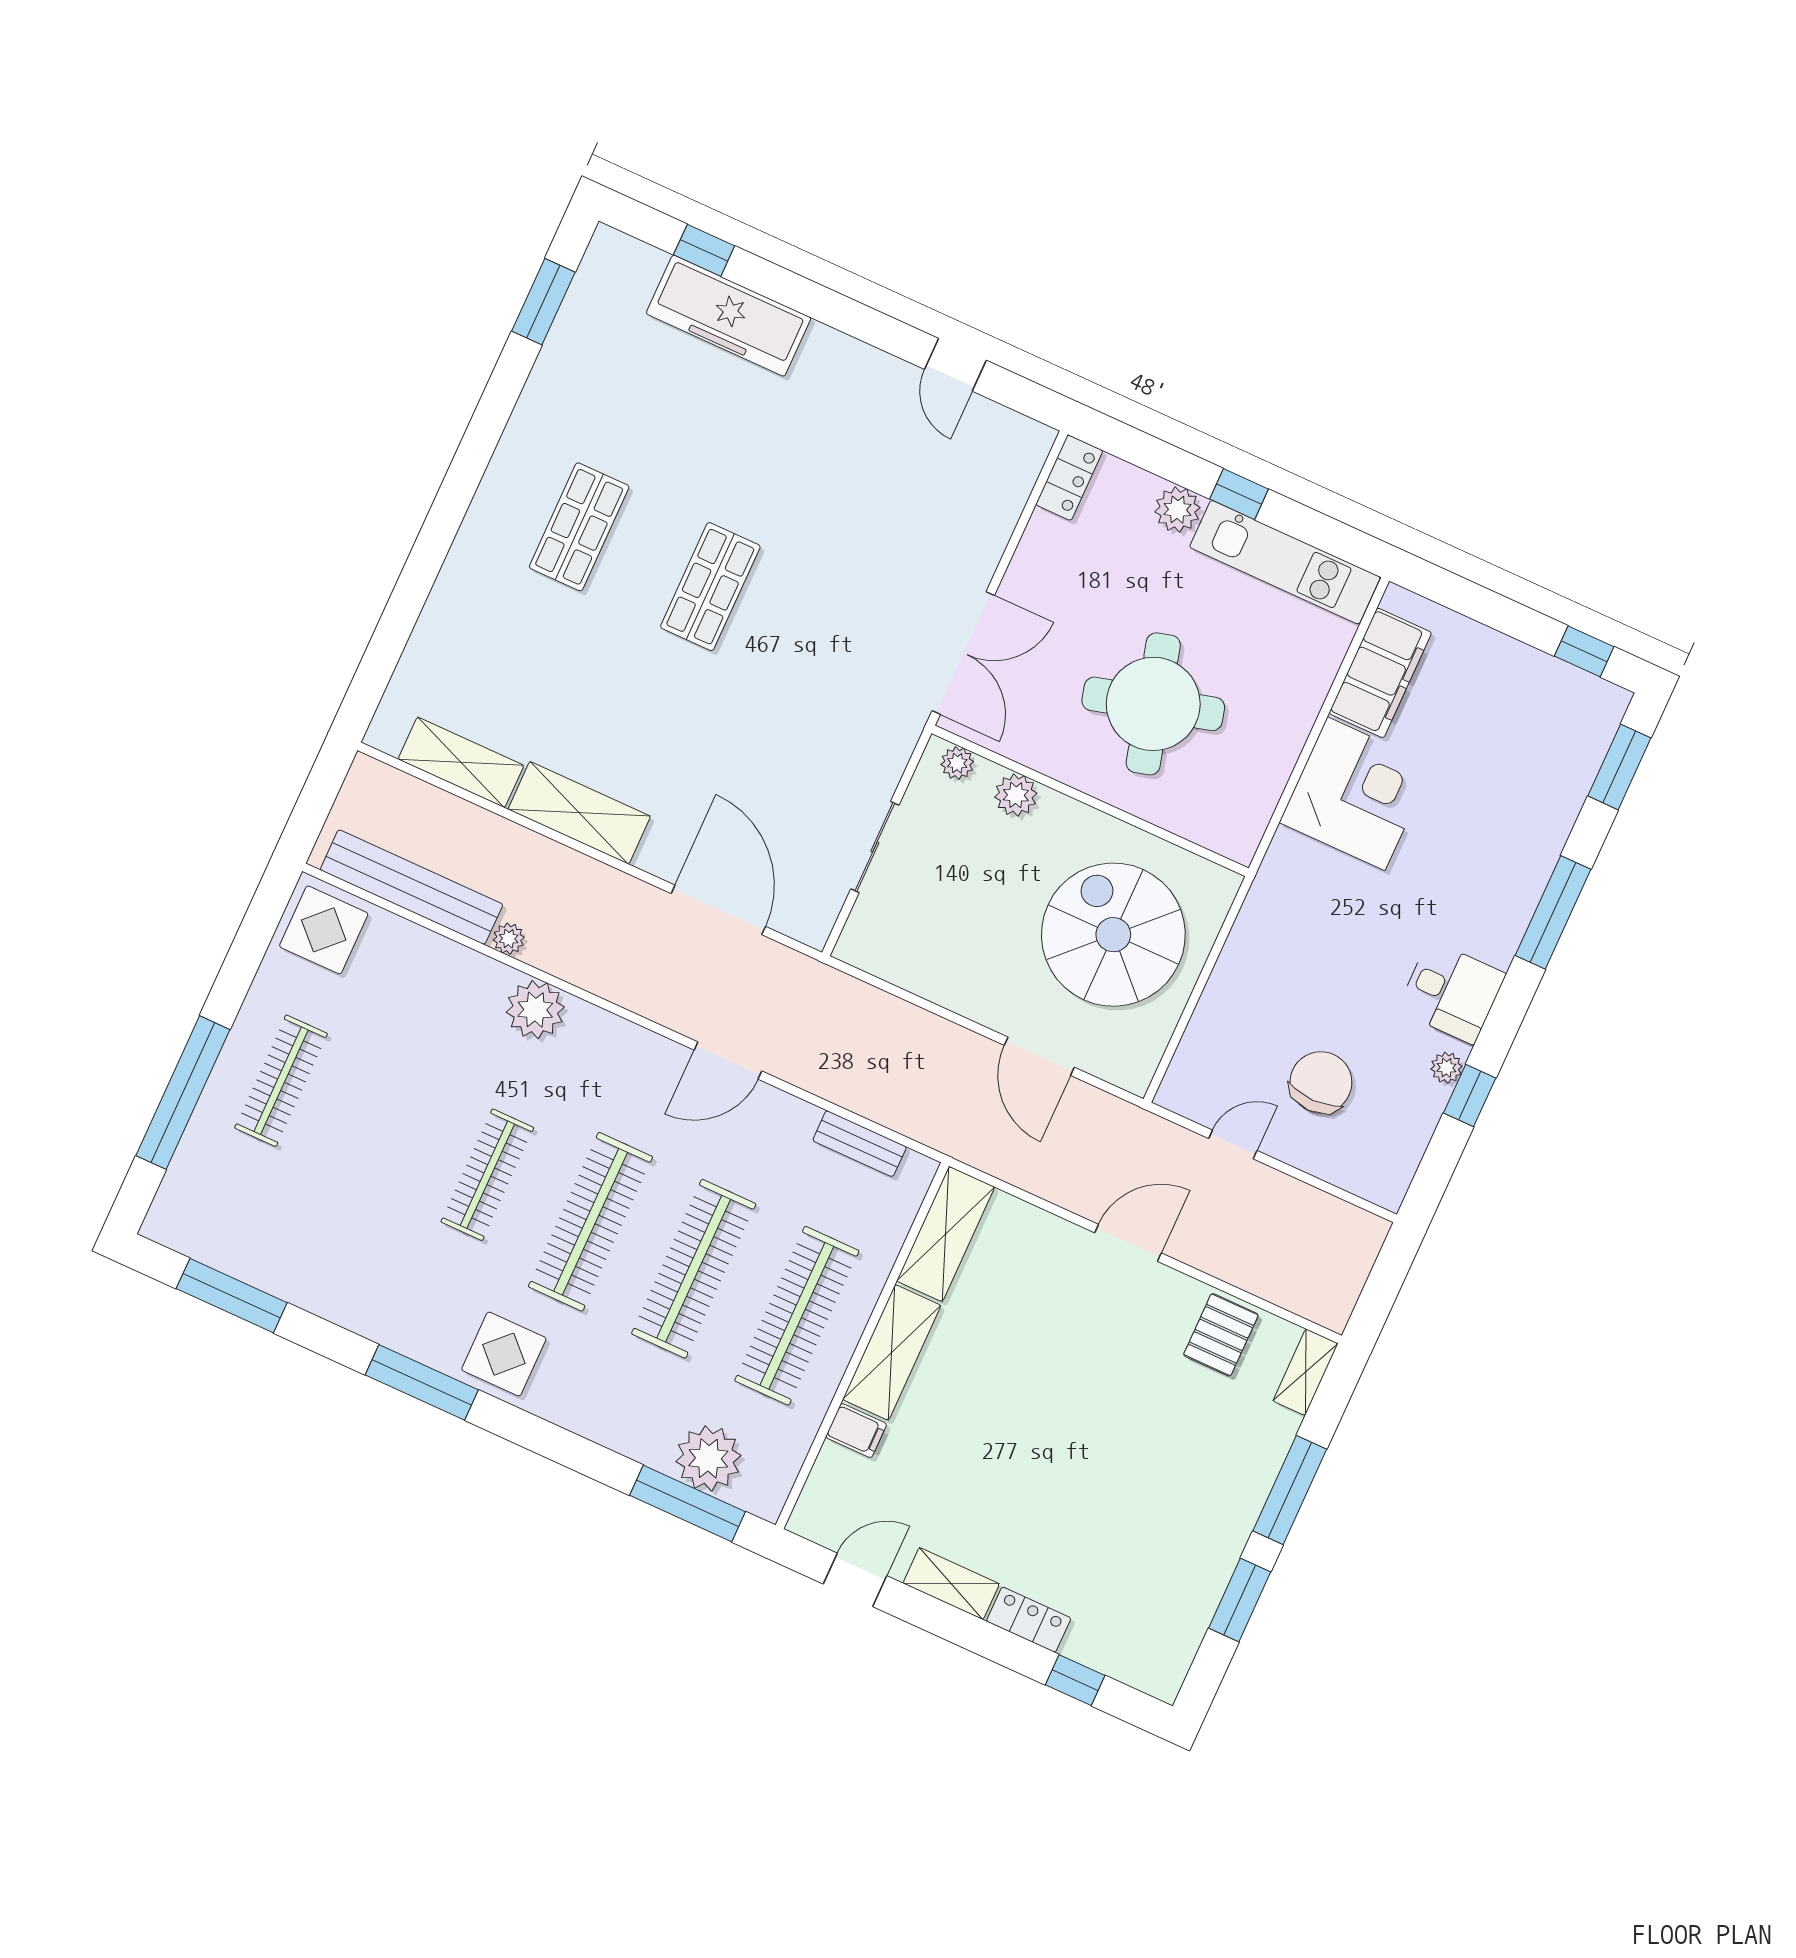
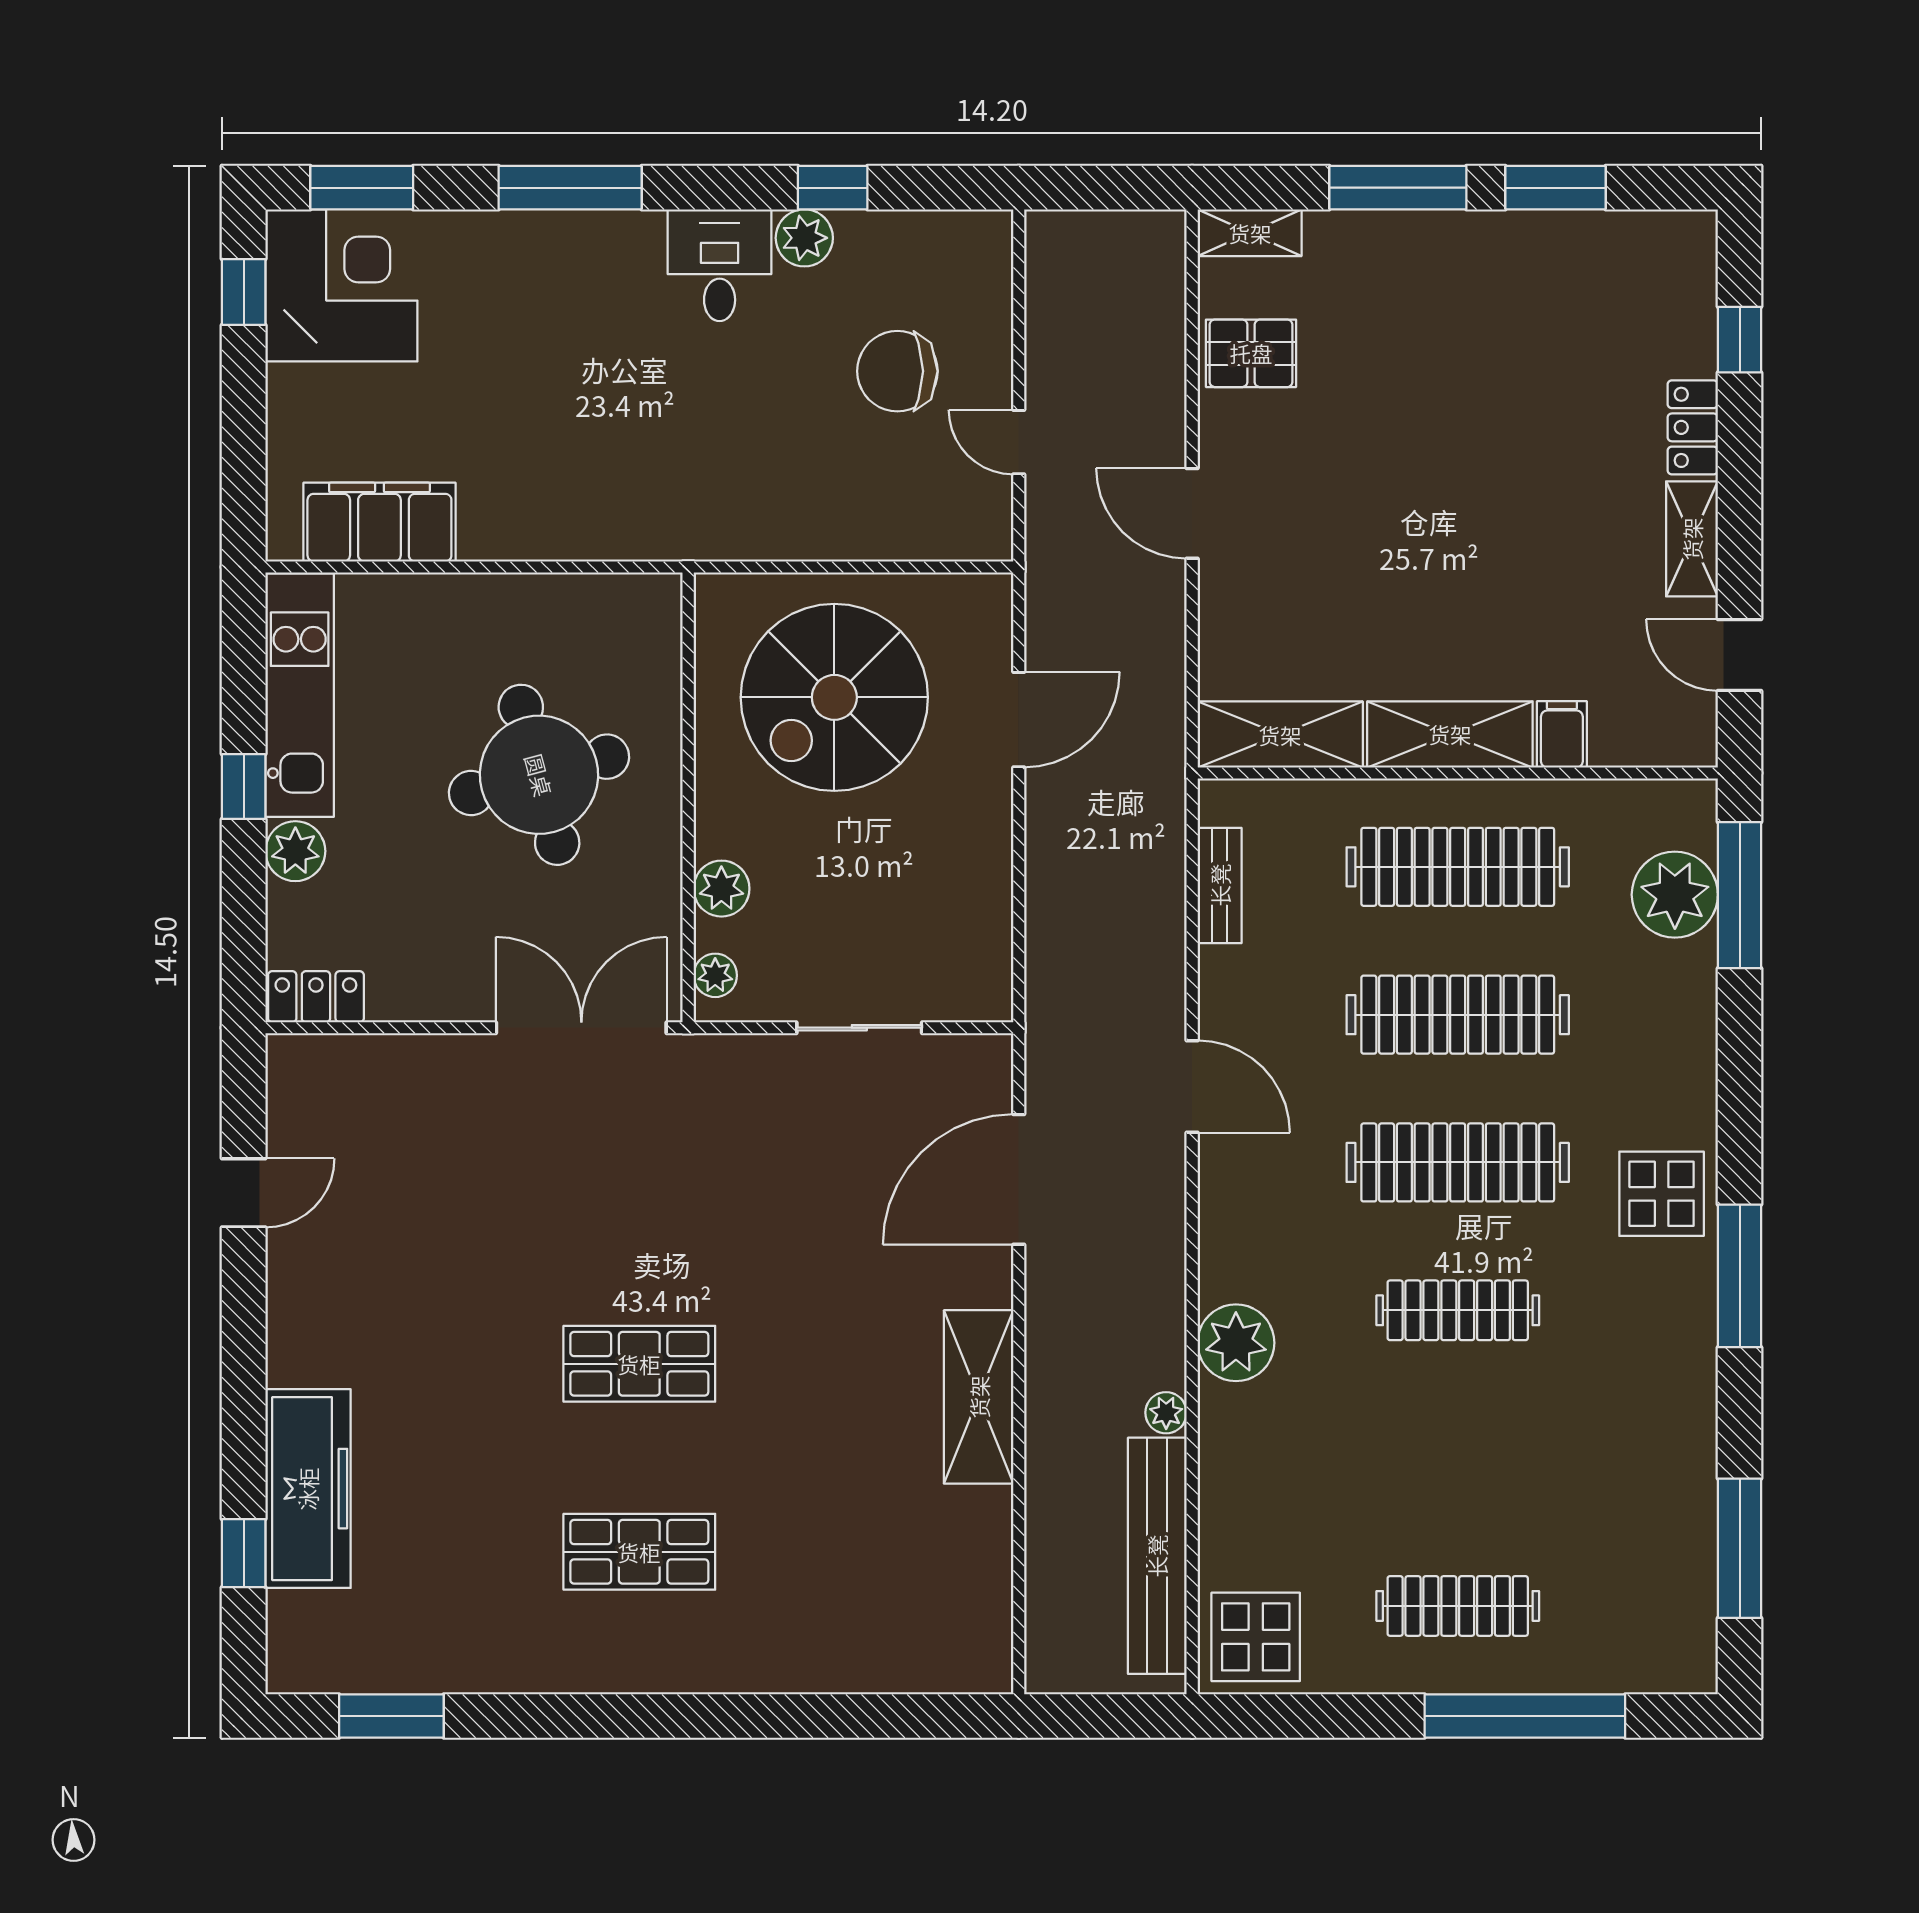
shelving: (461, 762) -> (983, 1565), removed
corner desk: (1356, 794) -> (341, 285), moved, turned 90
plant: (1447, 1068) -> (804, 238), width x1.38, depth x1.38

